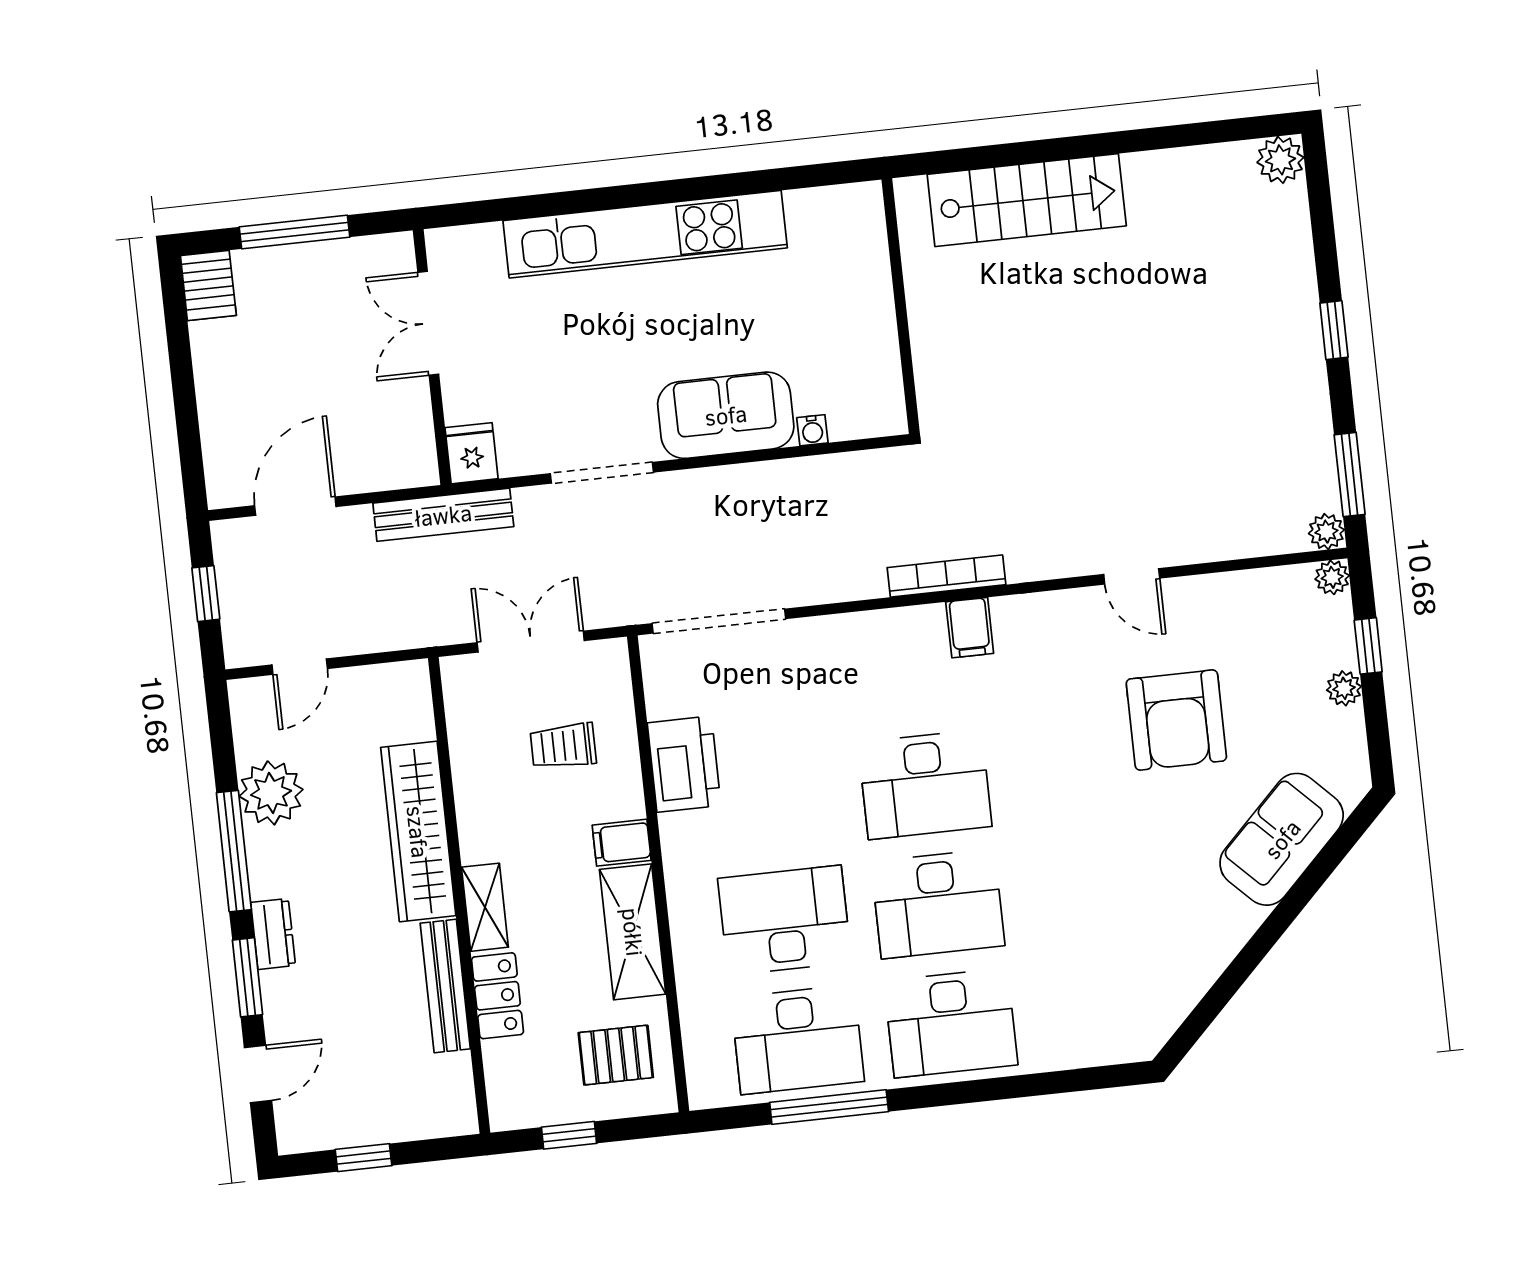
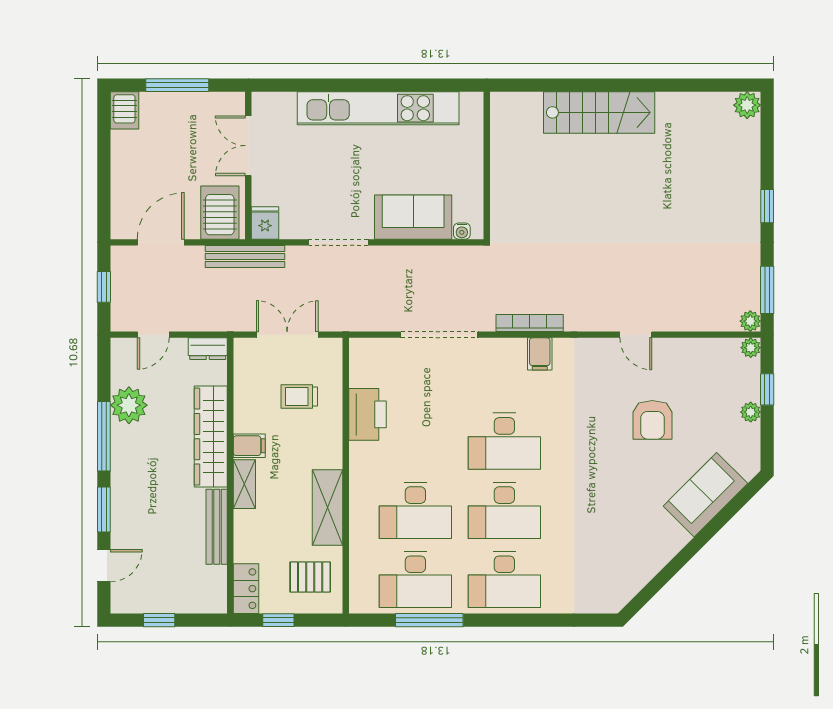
wall: (901, 306) -> (487, 165), moved
server rack: (392, 444) -> (220, 213), added
doorway: (719, 621) -> (439, 335), moved
armchair: (1176, 720) -> (652, 420), width x0.73, depth x0.73
filing cabinet: (622, 843) -> (249, 446), moved, turned 180
desk: (785, 920) -> (415, 510), turned 180
dresser: (273, 934) -> (208, 349), moved, turned 90
locker: (497, 996) -> (246, 589), moved

